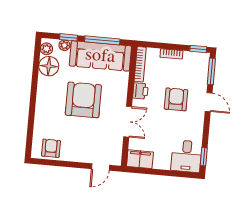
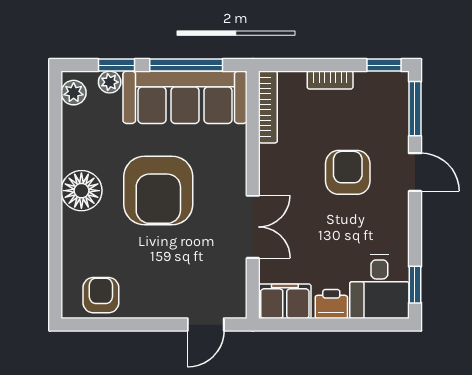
floor lamp: (49, 66) -> (81, 191), moved
printer: (140, 91) -> (331, 304), moved, turned -90
armchair: (83, 100) -> (158, 190), turned 180

